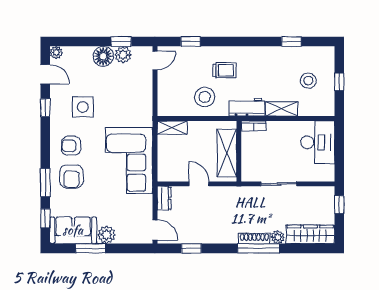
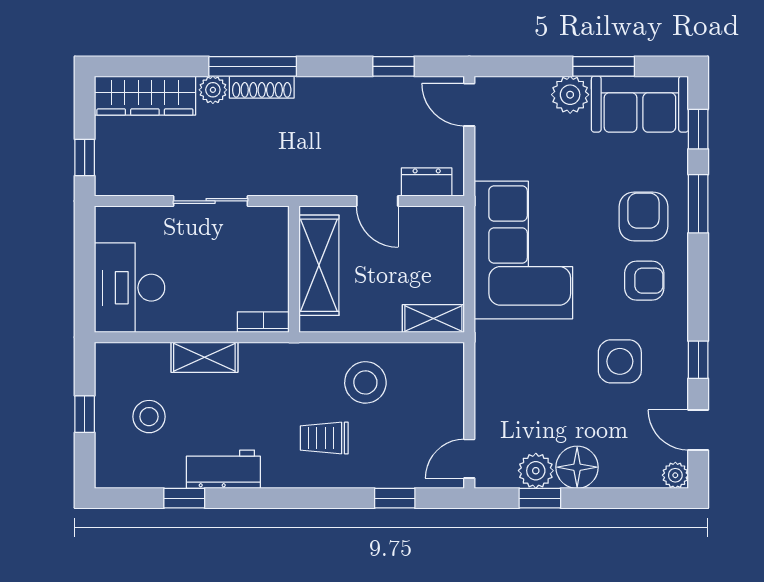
workbench: (247, 107) -> (223, 469), moved, turned 180
dresser: (164, 198) -> (427, 182), moved, turned 90

